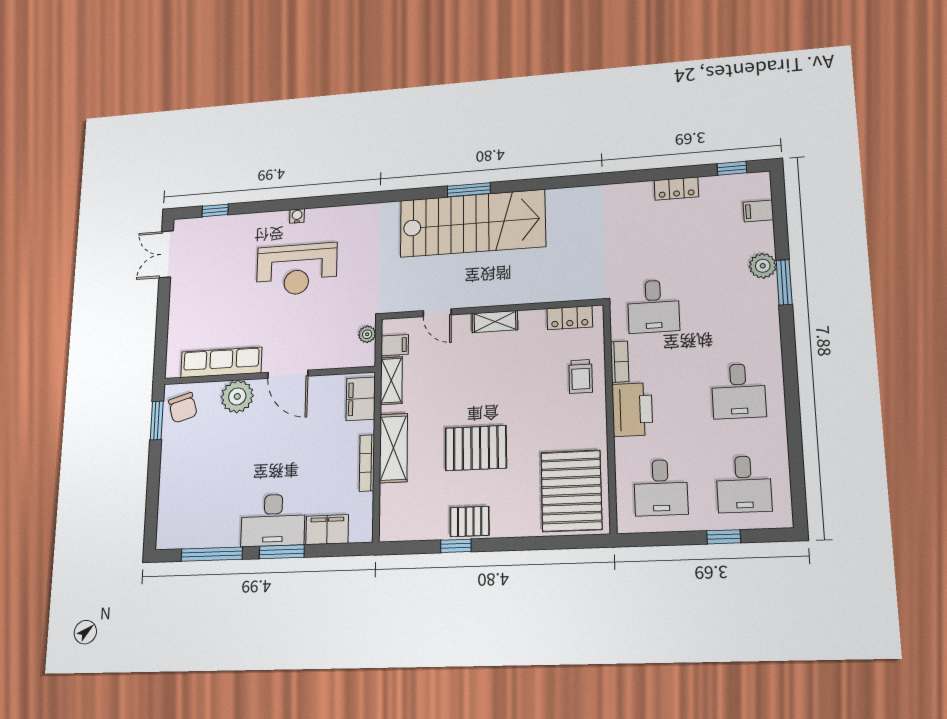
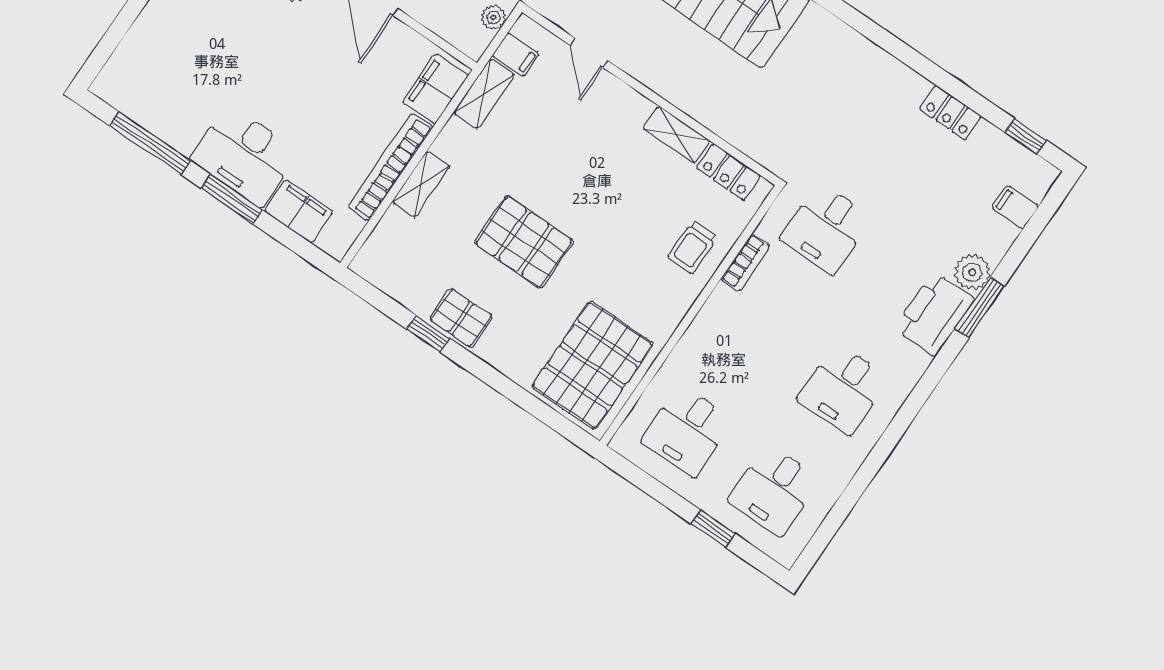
shelving: (495, 322) -> (676, 135), moved
printer: (632, 410) -> (934, 314), moved, turned 180
shelving: (393, 448) -> (421, 184), width x0.67, depth x0.75
bookcase: (367, 463) -> (390, 167), width x1.48, depth x1.31

